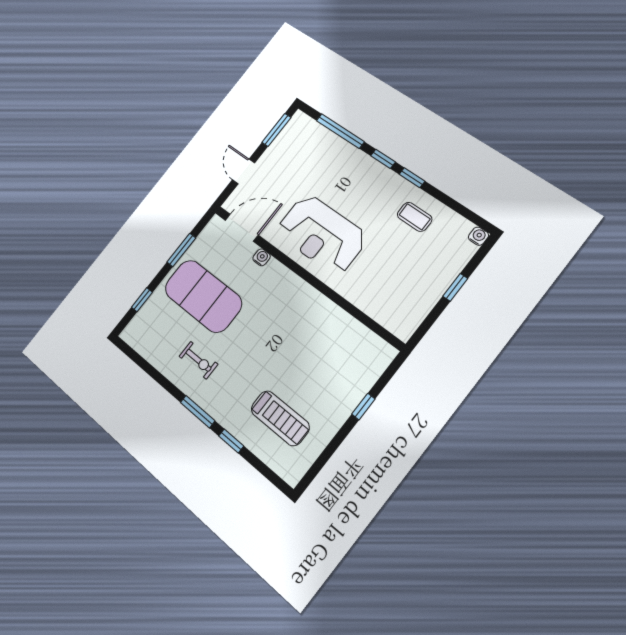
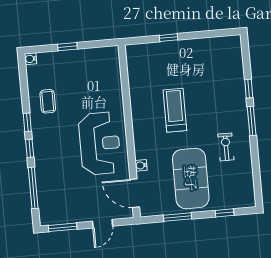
treadmill: (280, 418) -> (175, 110), moved

